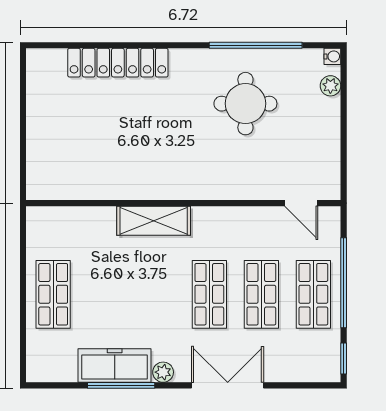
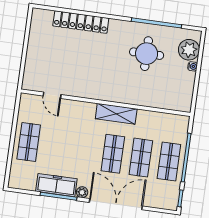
water cooler: (332, 56) -> (193, 66), moved
plant: (330, 86) -> (189, 50), width x1.88, depth x1.88
door: (301, 203) -> (52, 95), moved
shelving: (154, 221) -> (116, 114), moved
double door: (228, 385) -> (116, 204), width x1.36

